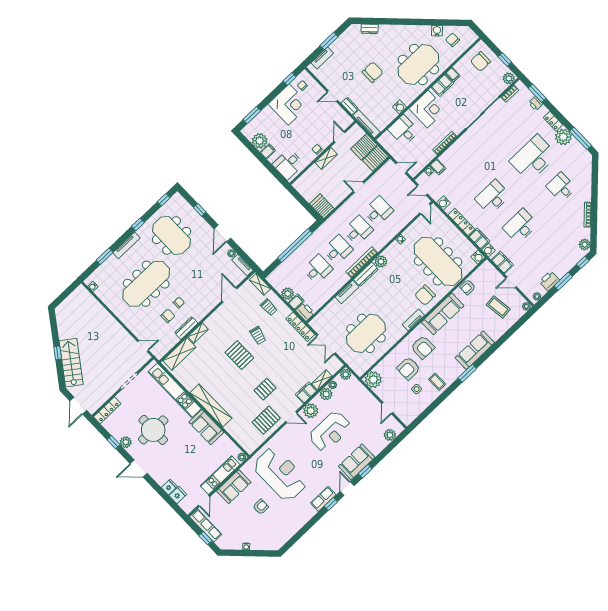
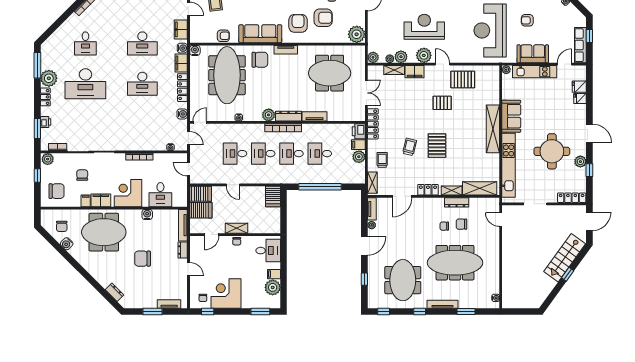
chair: (473, 91) -> (82, 175), added
filing cabinet: (438, 167) -> (161, 144), removed
locker: (216, 317) -> (428, 190), added

